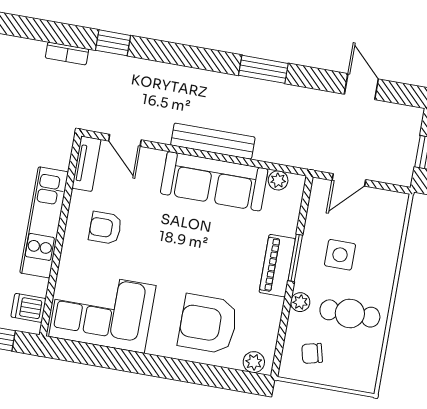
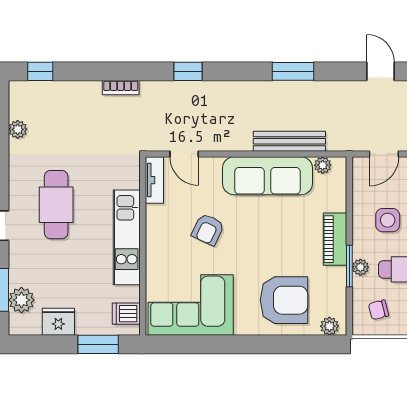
window: (113, 43) -> (188, 71), moved
bench: (213, 141) -> (289, 141), moved
armchair: (105, 228) -> (208, 229), moved, turned -65
window: (295, 258) -> (349, 266), moved
armchair: (208, 324) -> (284, 300), turned 180

